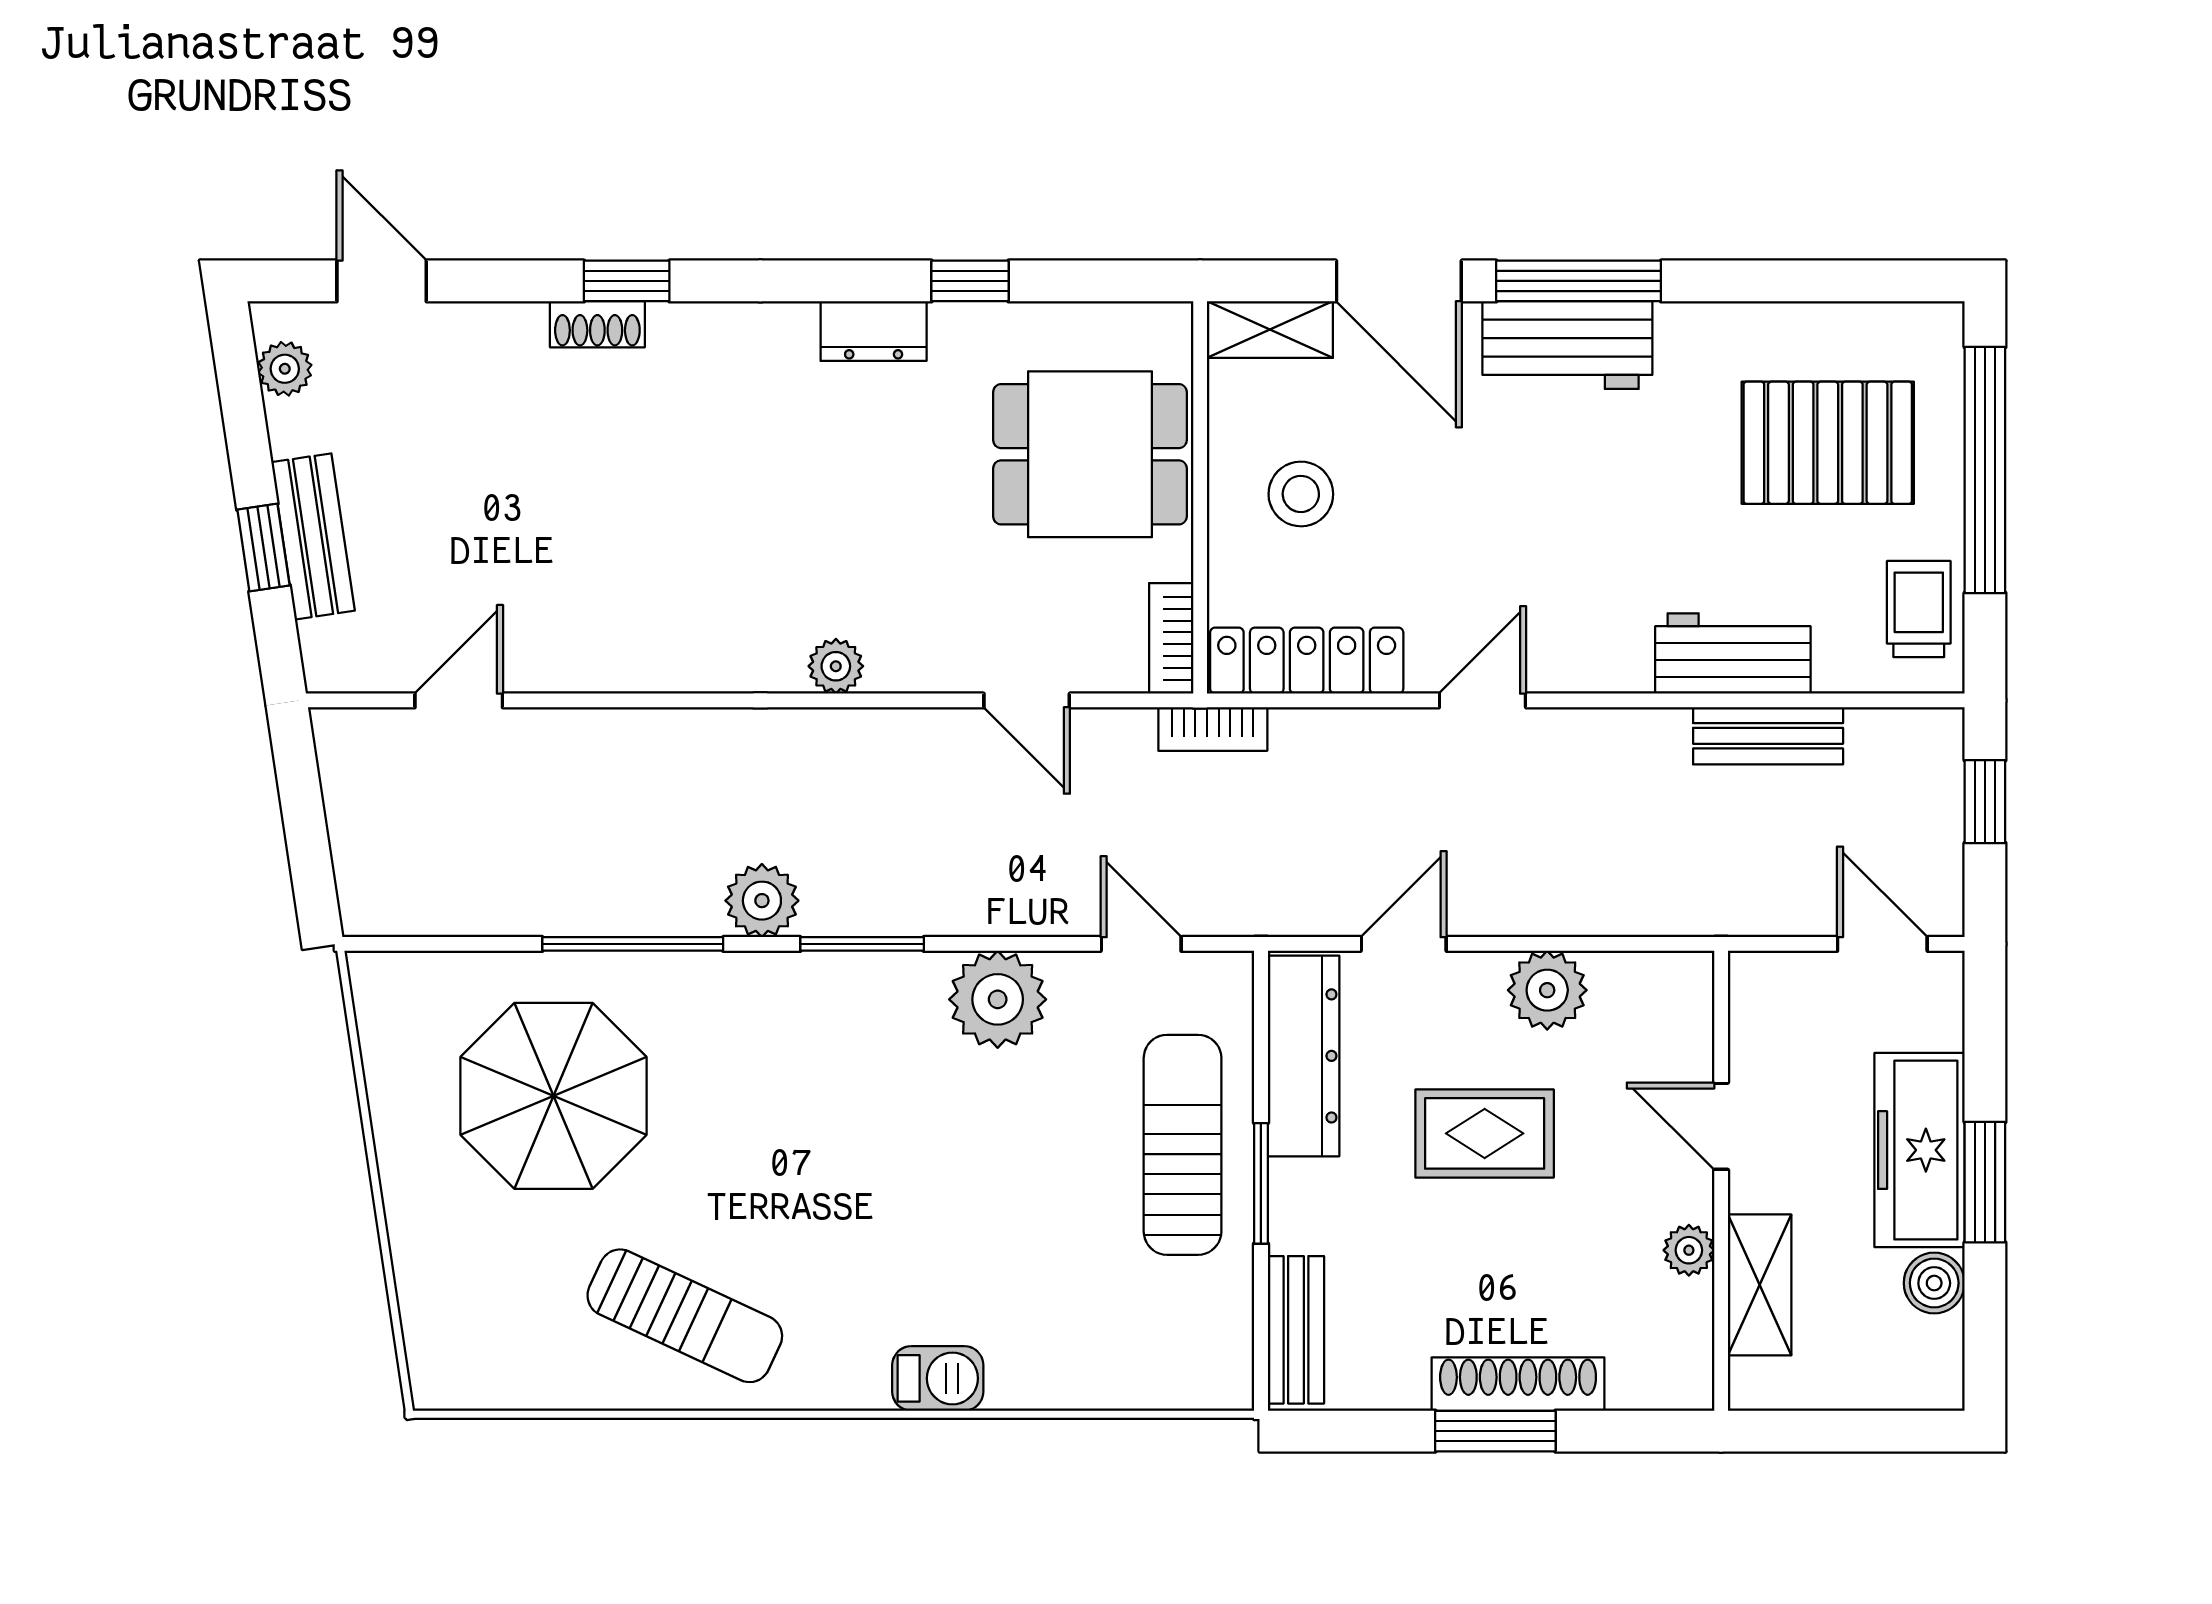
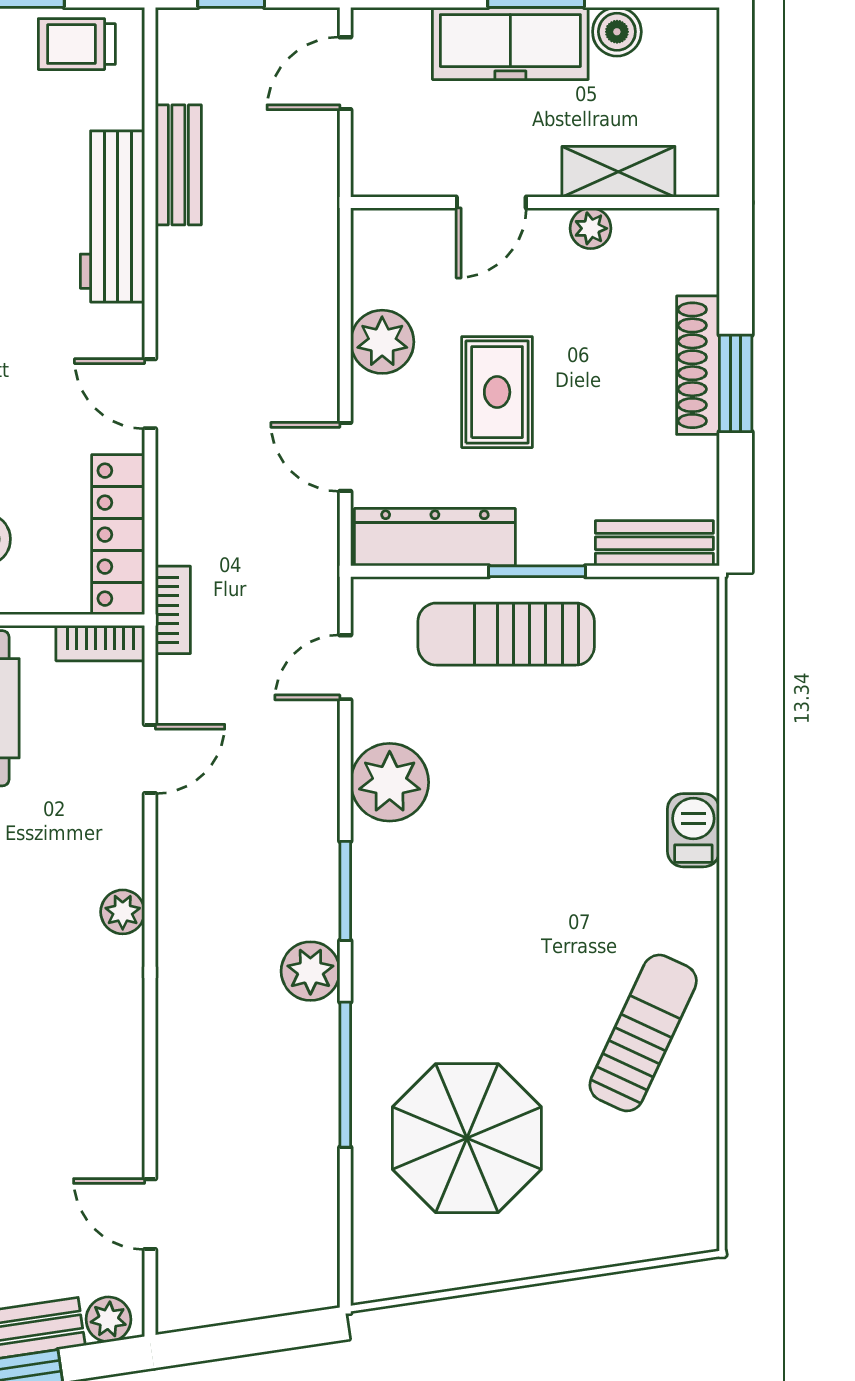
plant: (327, 649) -> (108, 1319), added
workbench: (1733, 653) -> (112, 216), width x1.38

